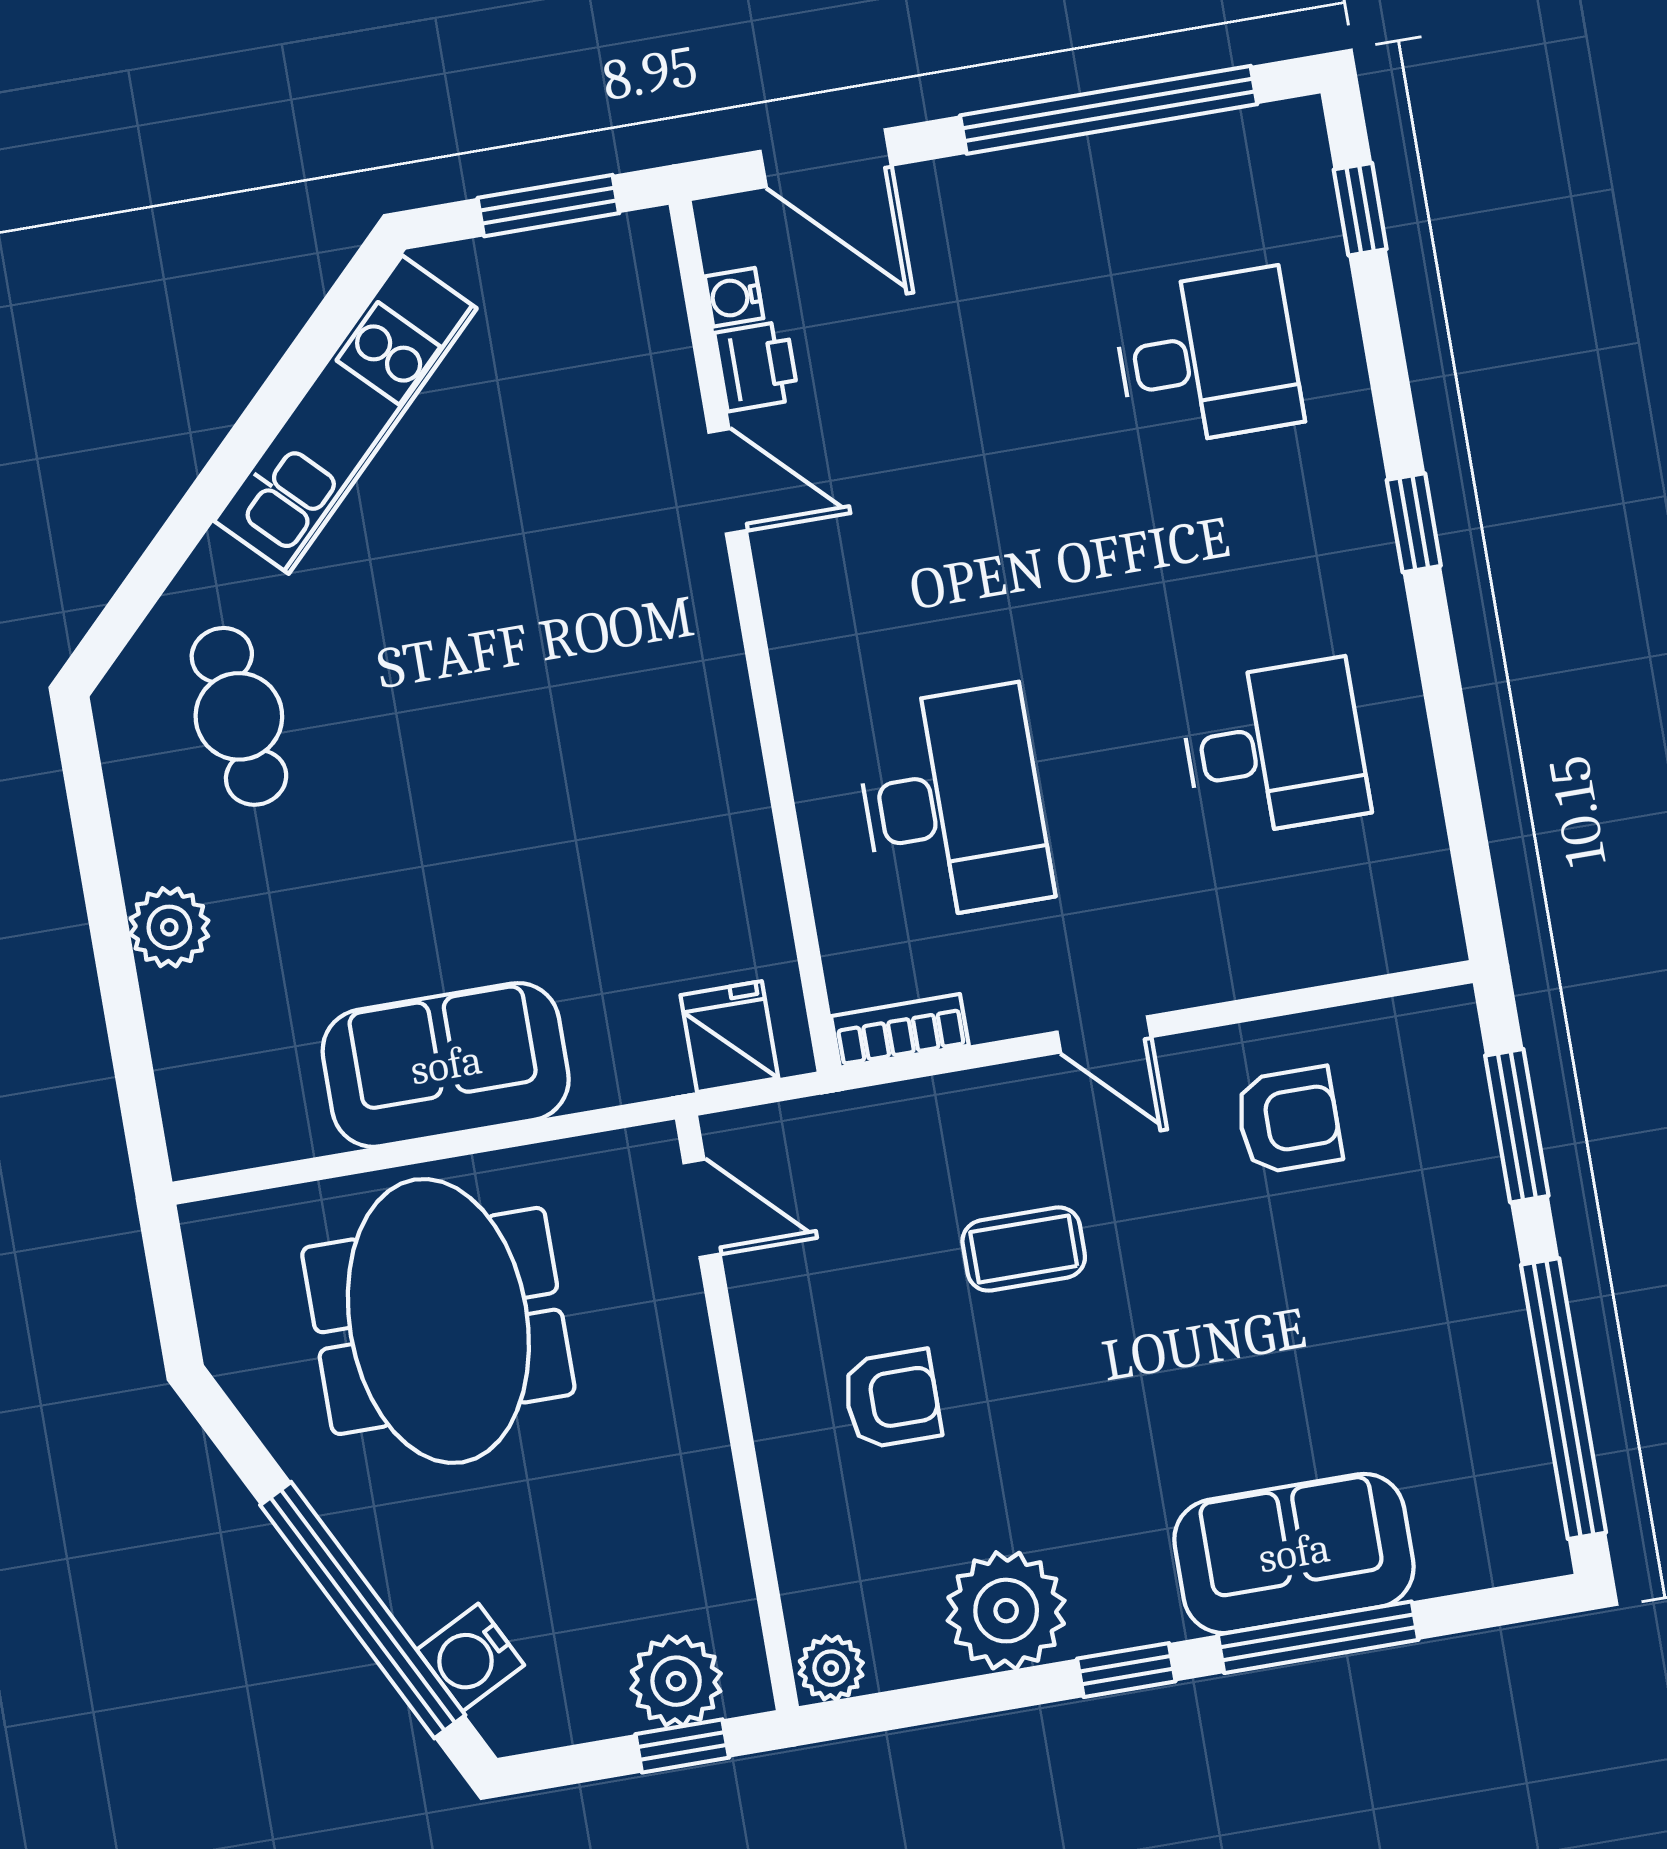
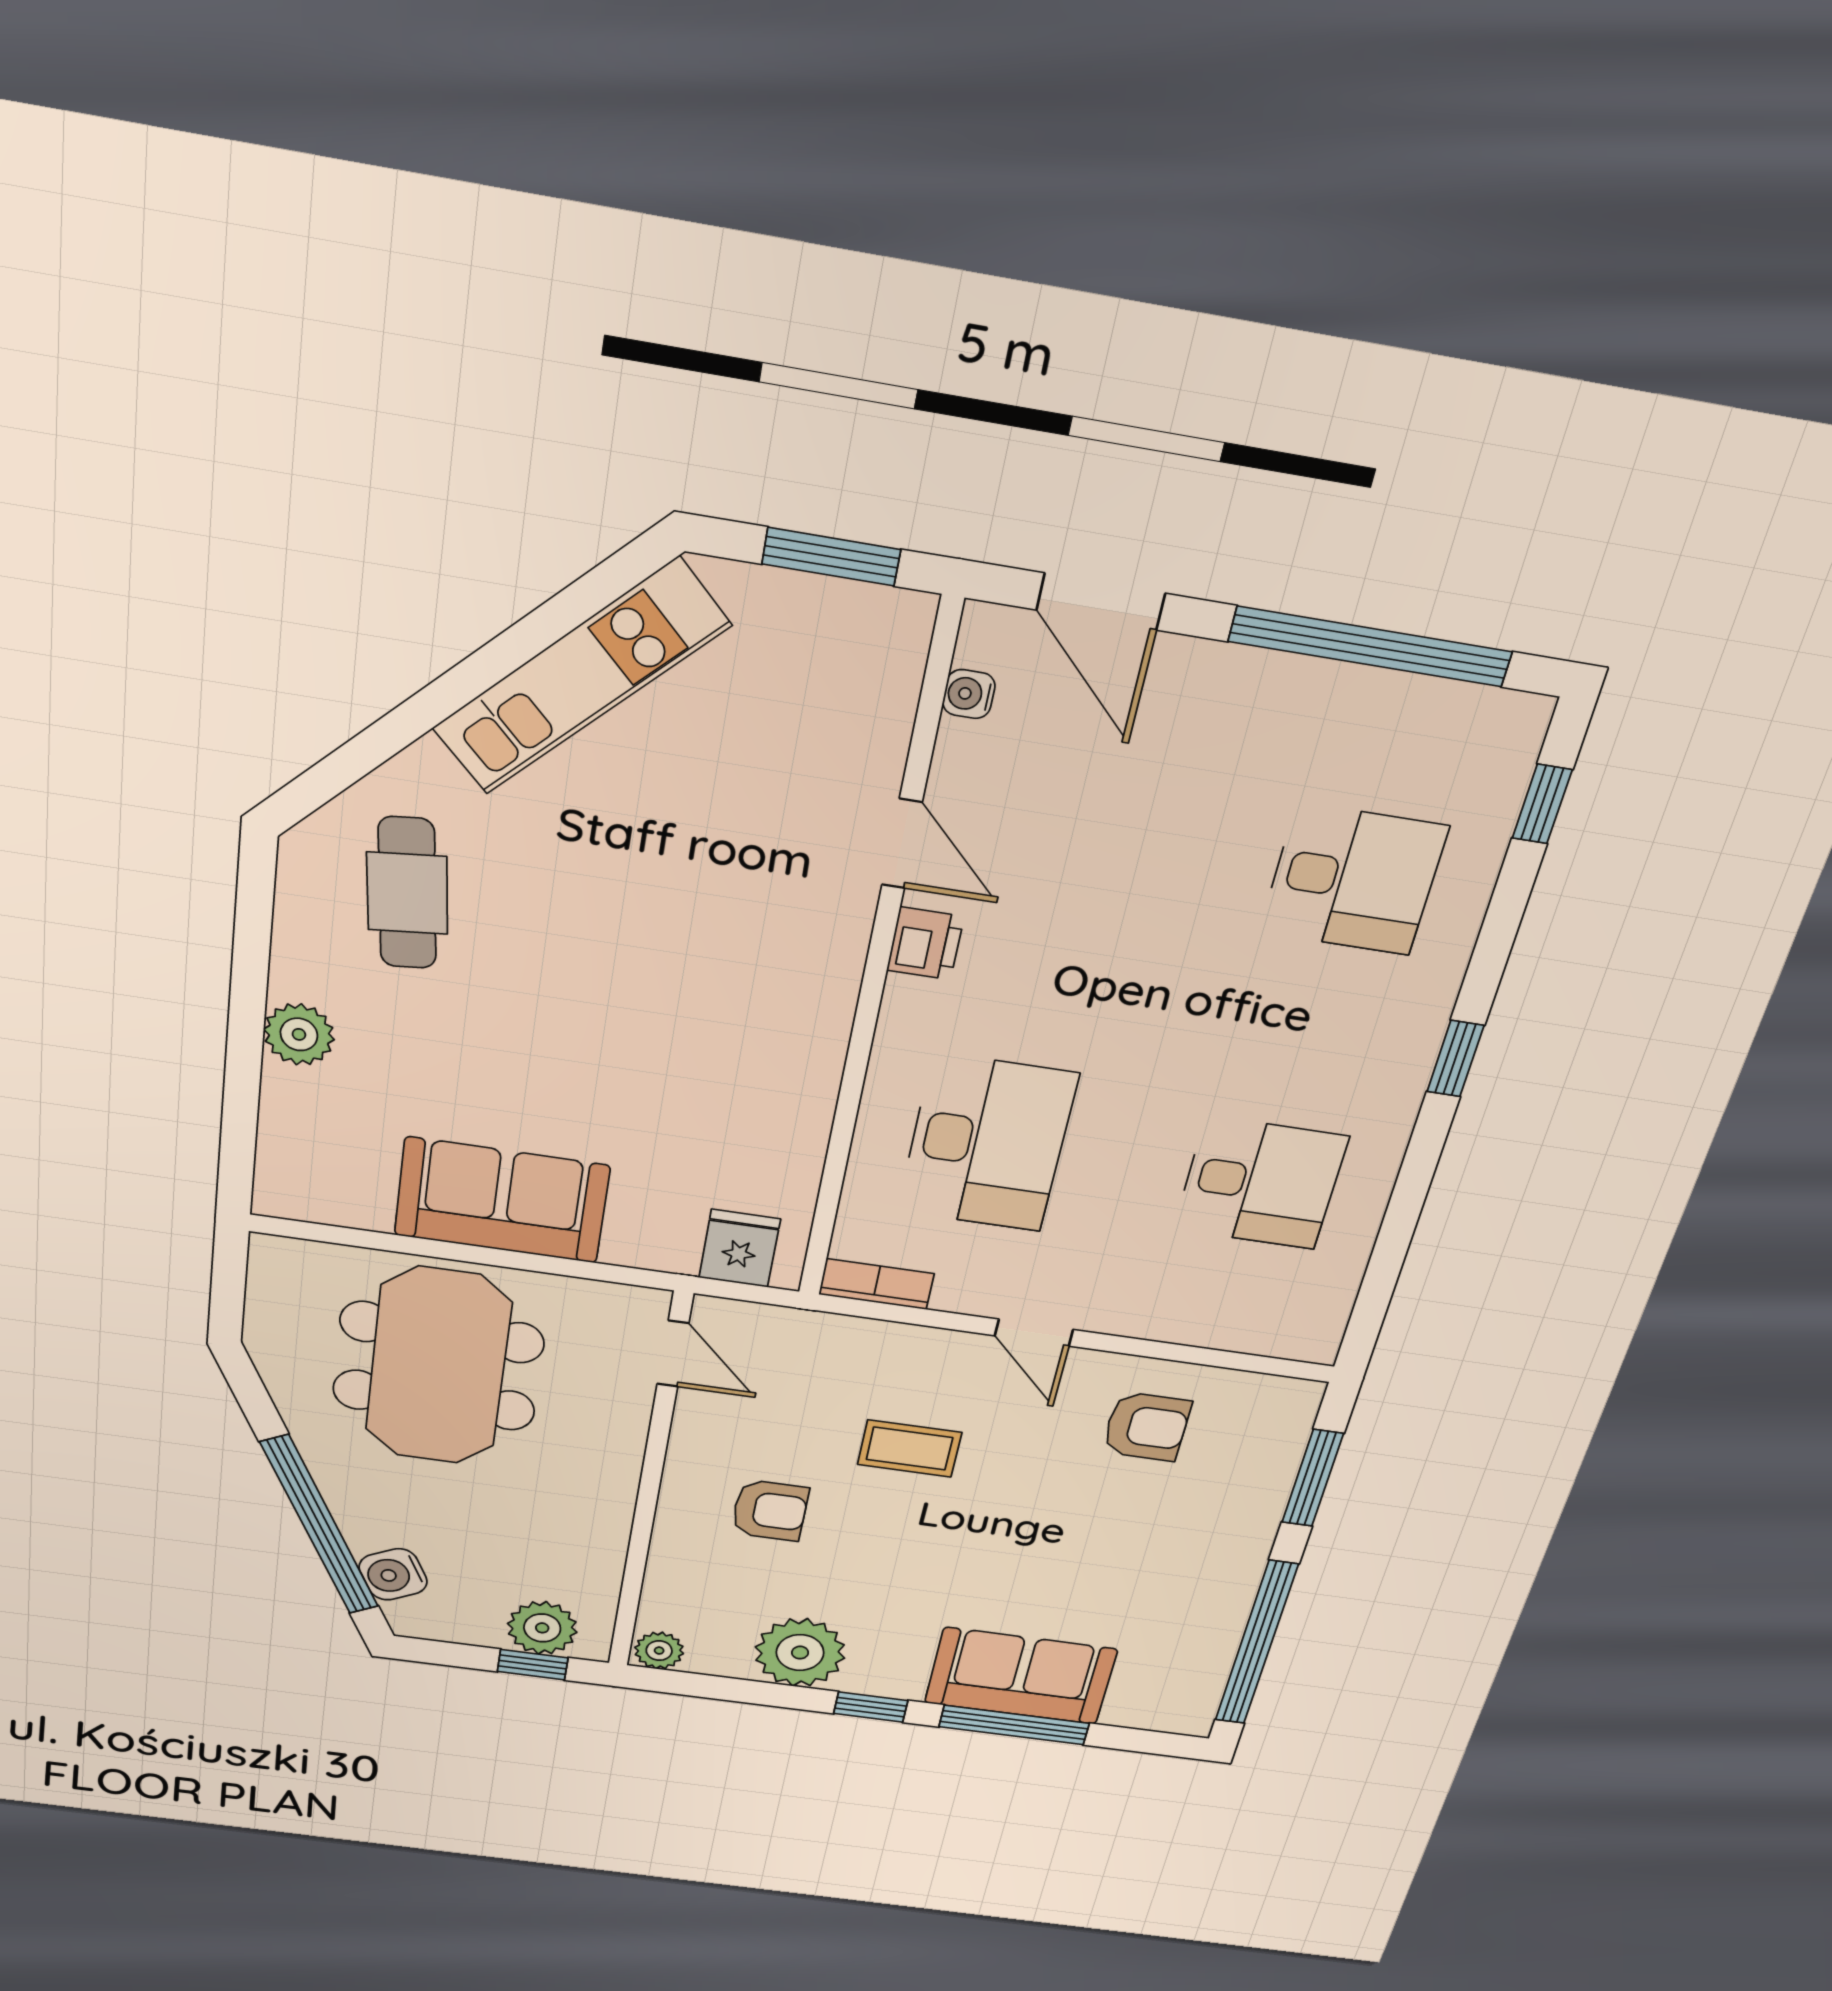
printer: (757, 366) -> (925, 943), moved

